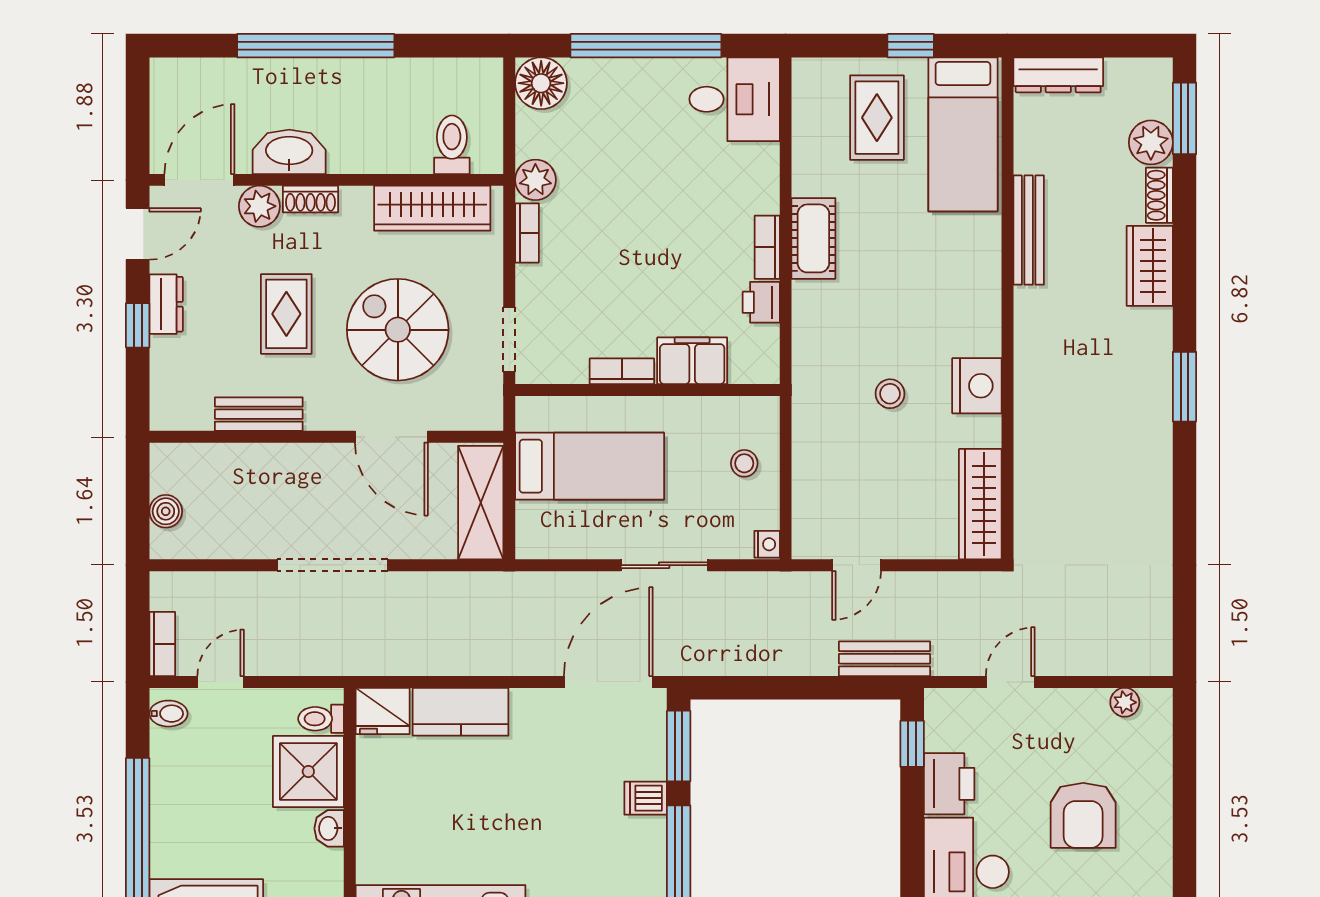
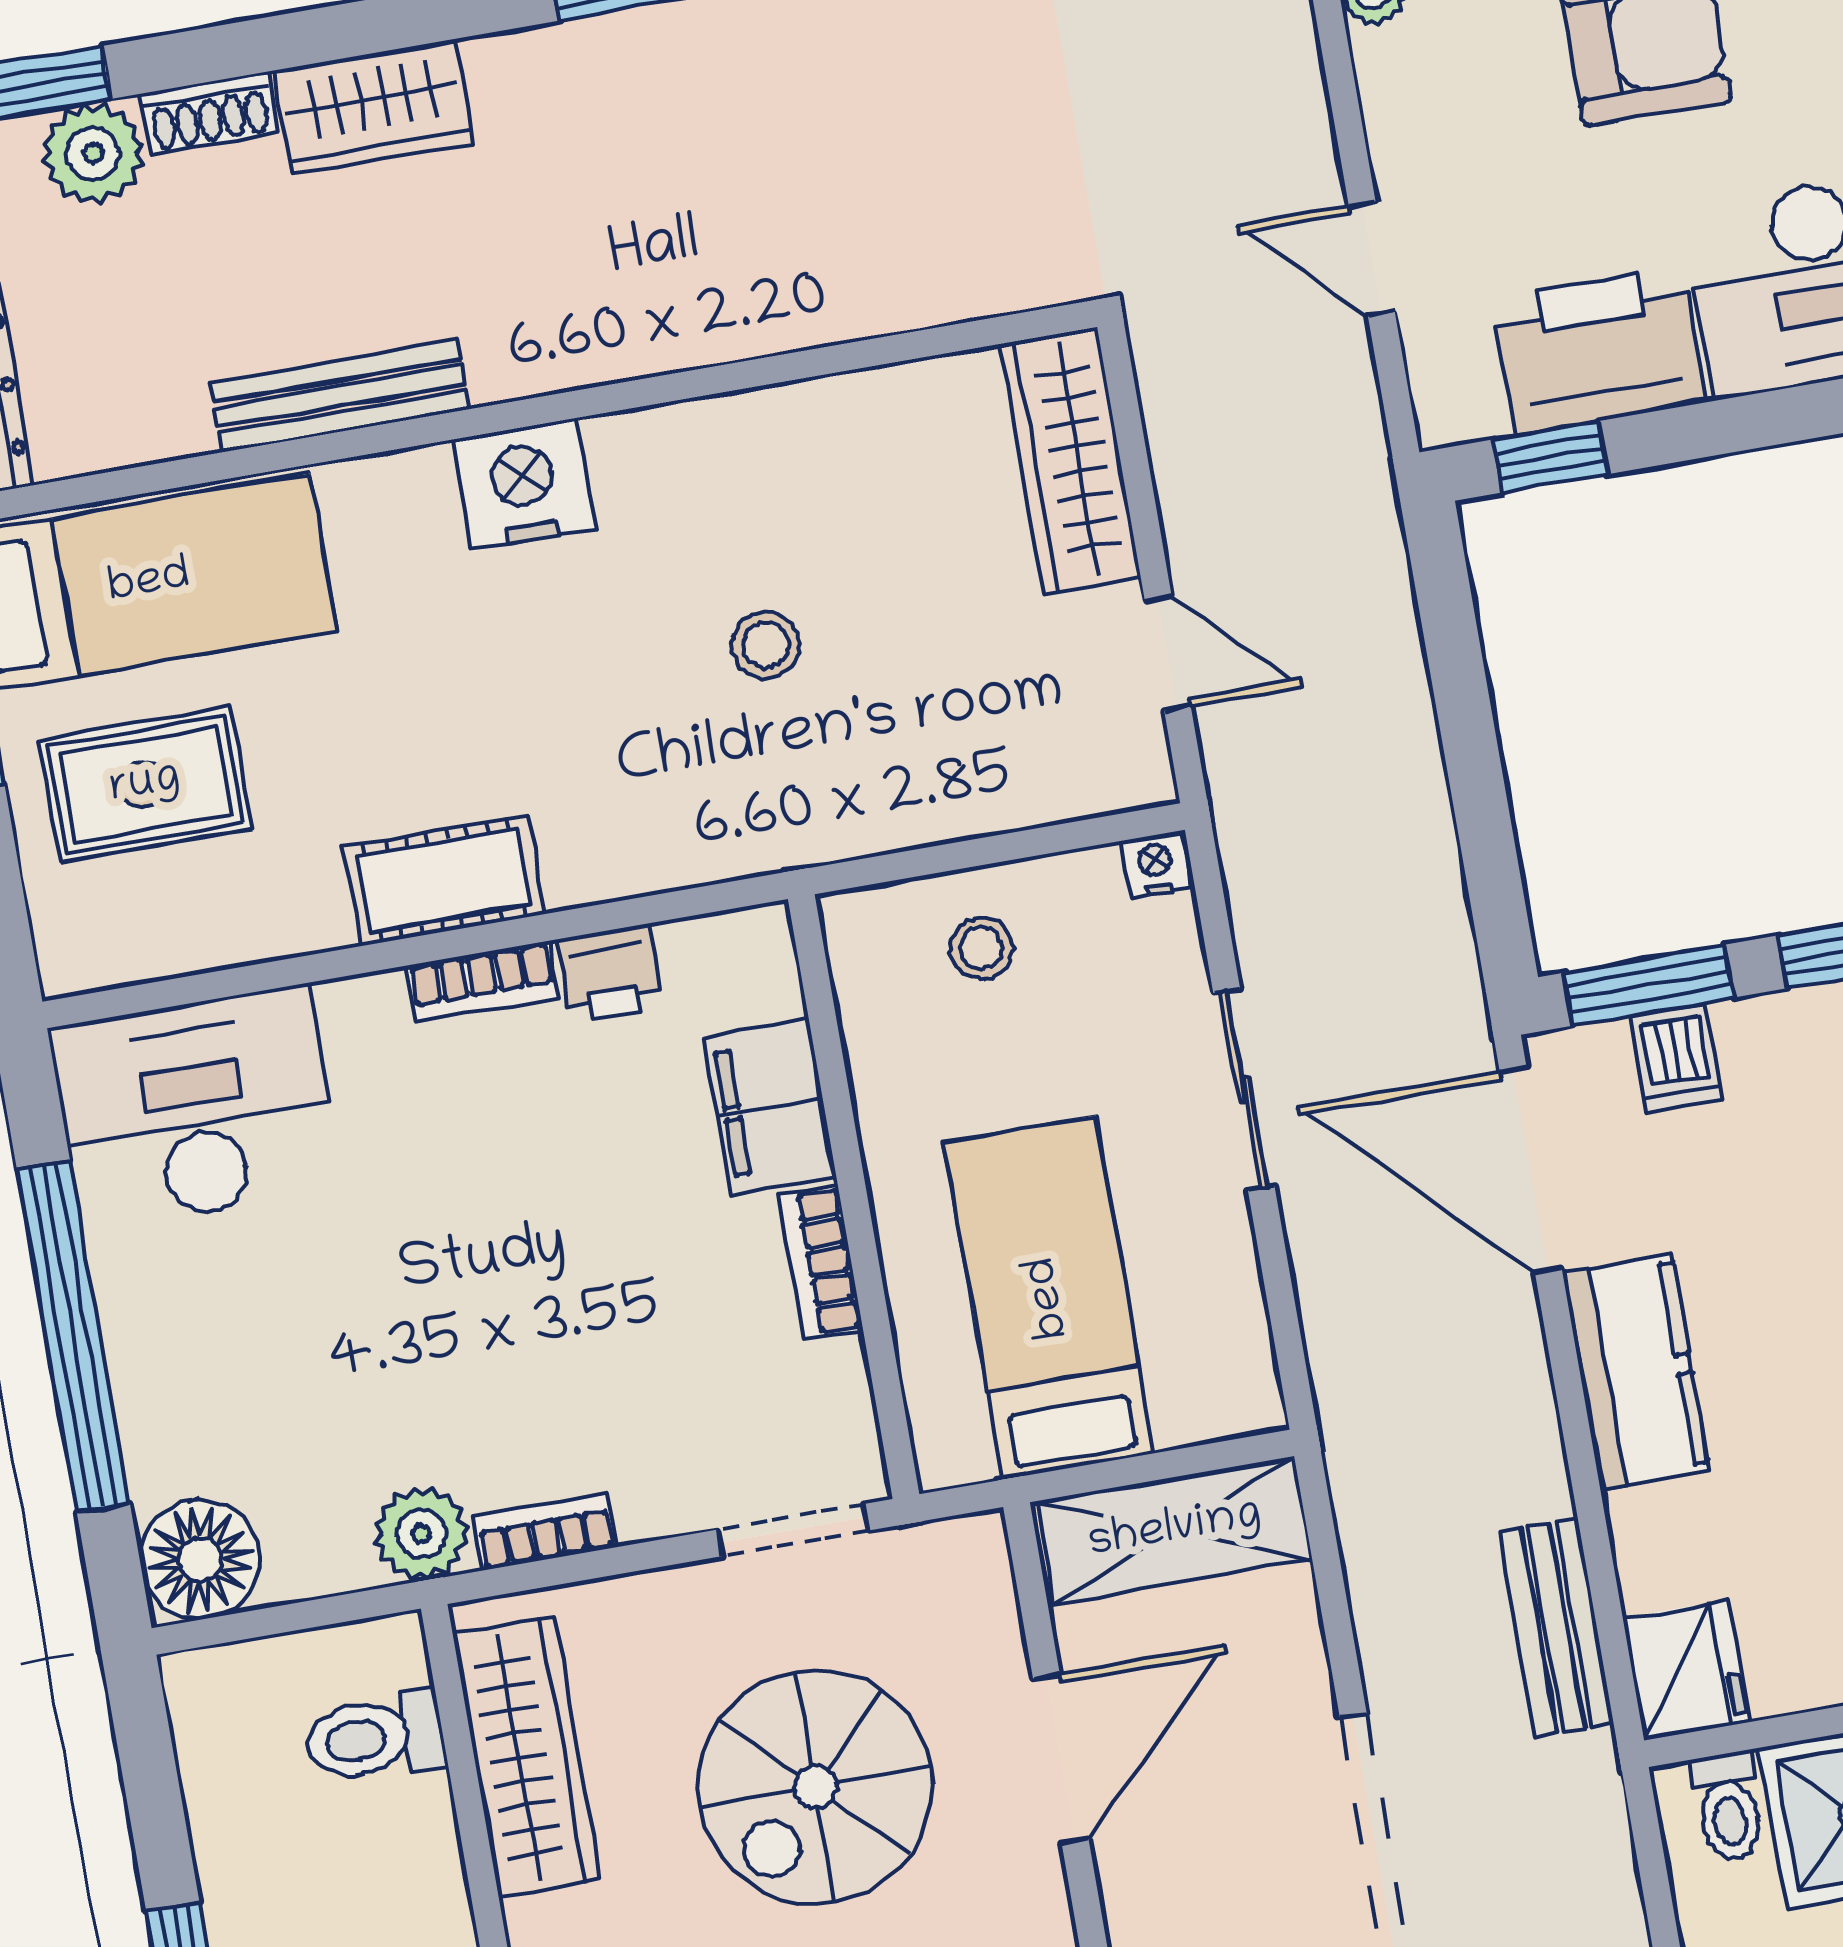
desk: (735, 99) -> (195, 1108), width x1.37
nightstand: (977, 386) -> (523, 485), moved
wardrobe: (980, 504) -> (1071, 460), moved, turned 90
bench: (884, 659) -> (1556, 1628), moved
kitchen counter: (461, 712) -> (1636, 1372), moved
printer: (949, 784) -> (1599, 350), width x1.37, depth x1.19
dishwasher: (646, 798) -> (1676, 1057), moved

